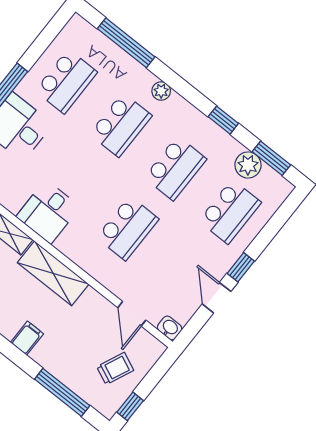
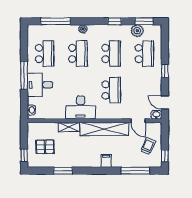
desk: (48, 212) -> (81, 107), width x1.37
shelving: (53, 273) -> (104, 129), width x1.47
door: (217, 298) -> (165, 102), moved

